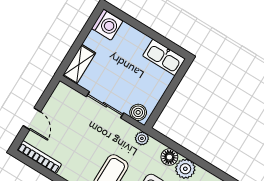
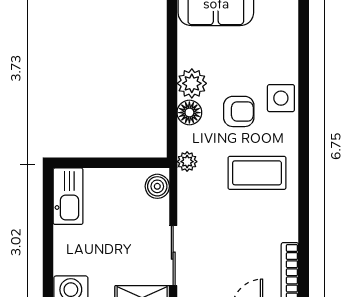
sliding door: (105, 105) -> (173, 256), moved

